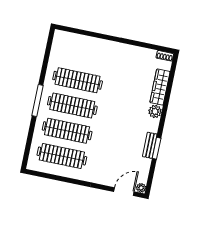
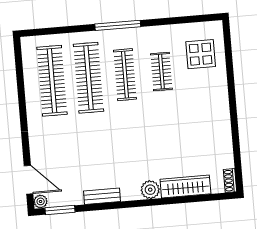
display table: (74, 50) -> (201, 54), added
clothes rail: (78, 80) -> (161, 72), width x0.54, depth x0.76
clothes rail: (72, 106) -> (125, 75), width x0.73, depth x0.76
window: (157, 148) -> (60, 210), moved

